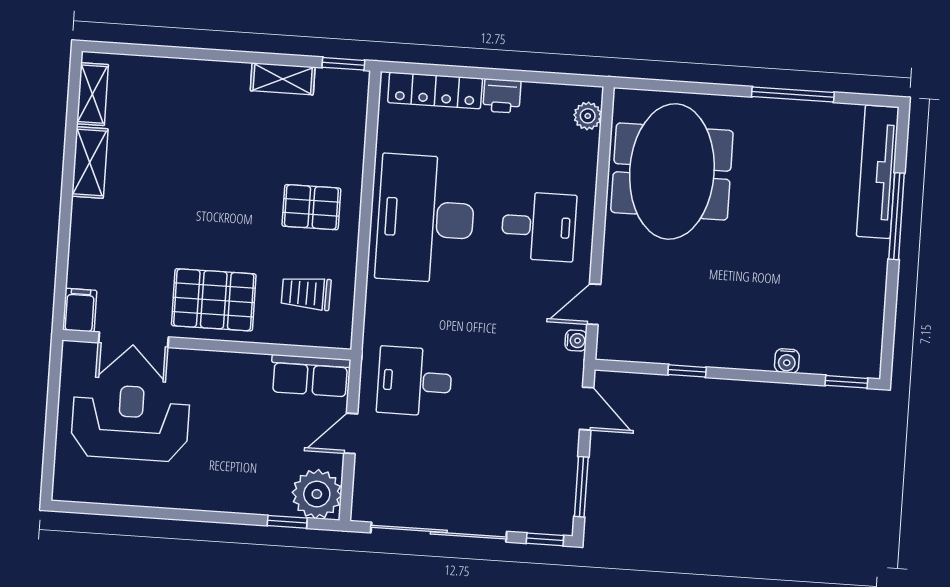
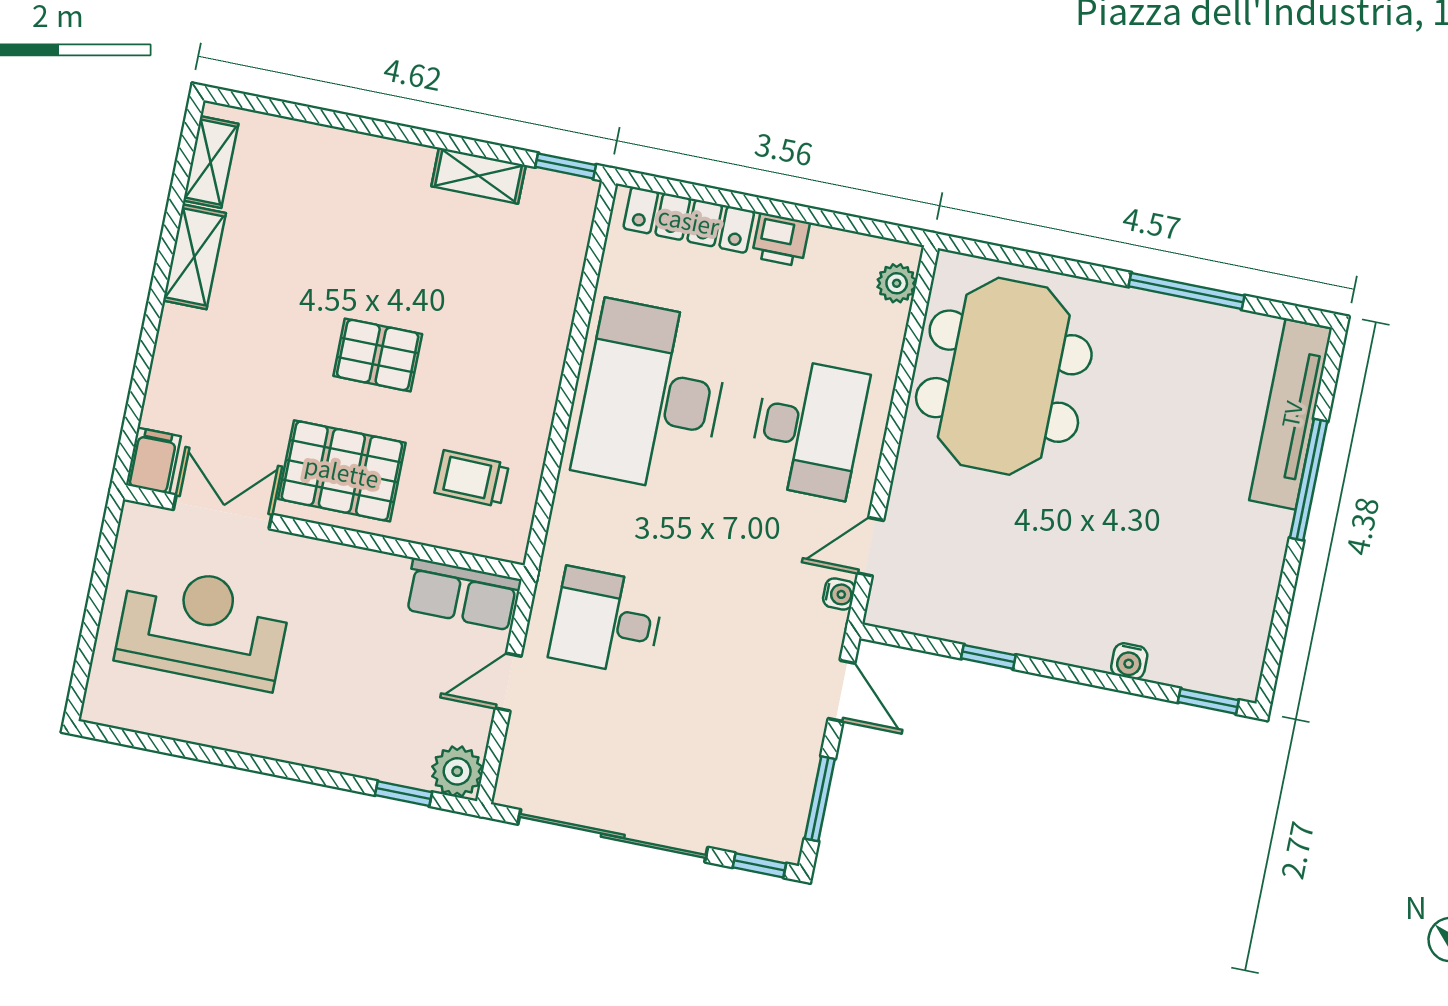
pallet: (311, 207) -> (378, 355), moved
desk: (539, 226) -> (808, 428), width x1.37
double door: (133, 340) -> (223, 512), swing flipped
plant: (317, 494) -> (457, 771), width x0.73, depth x0.73

